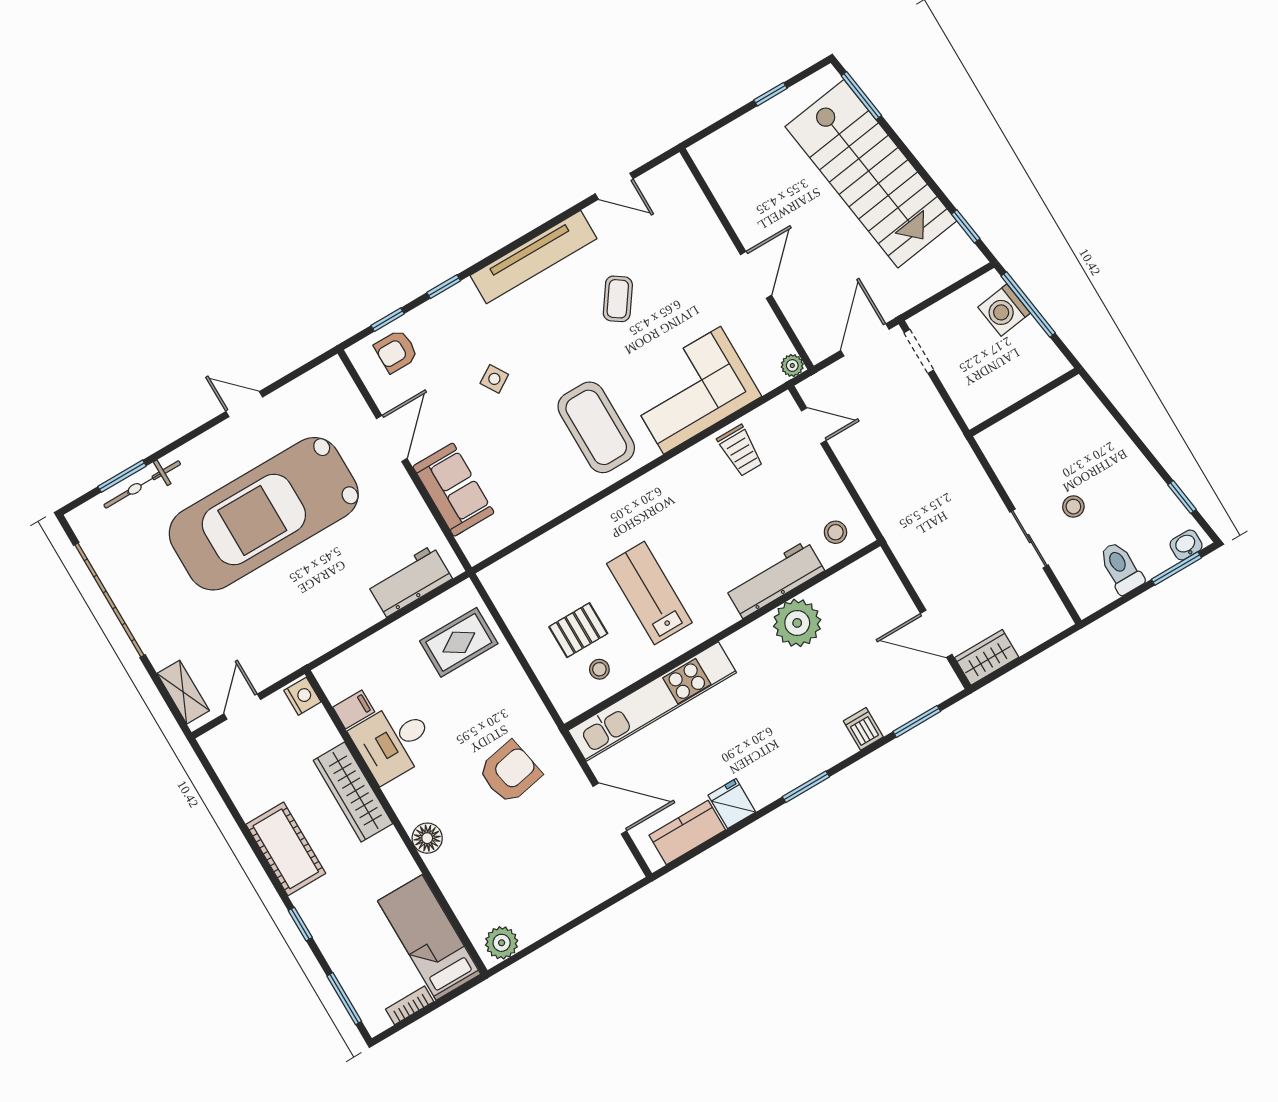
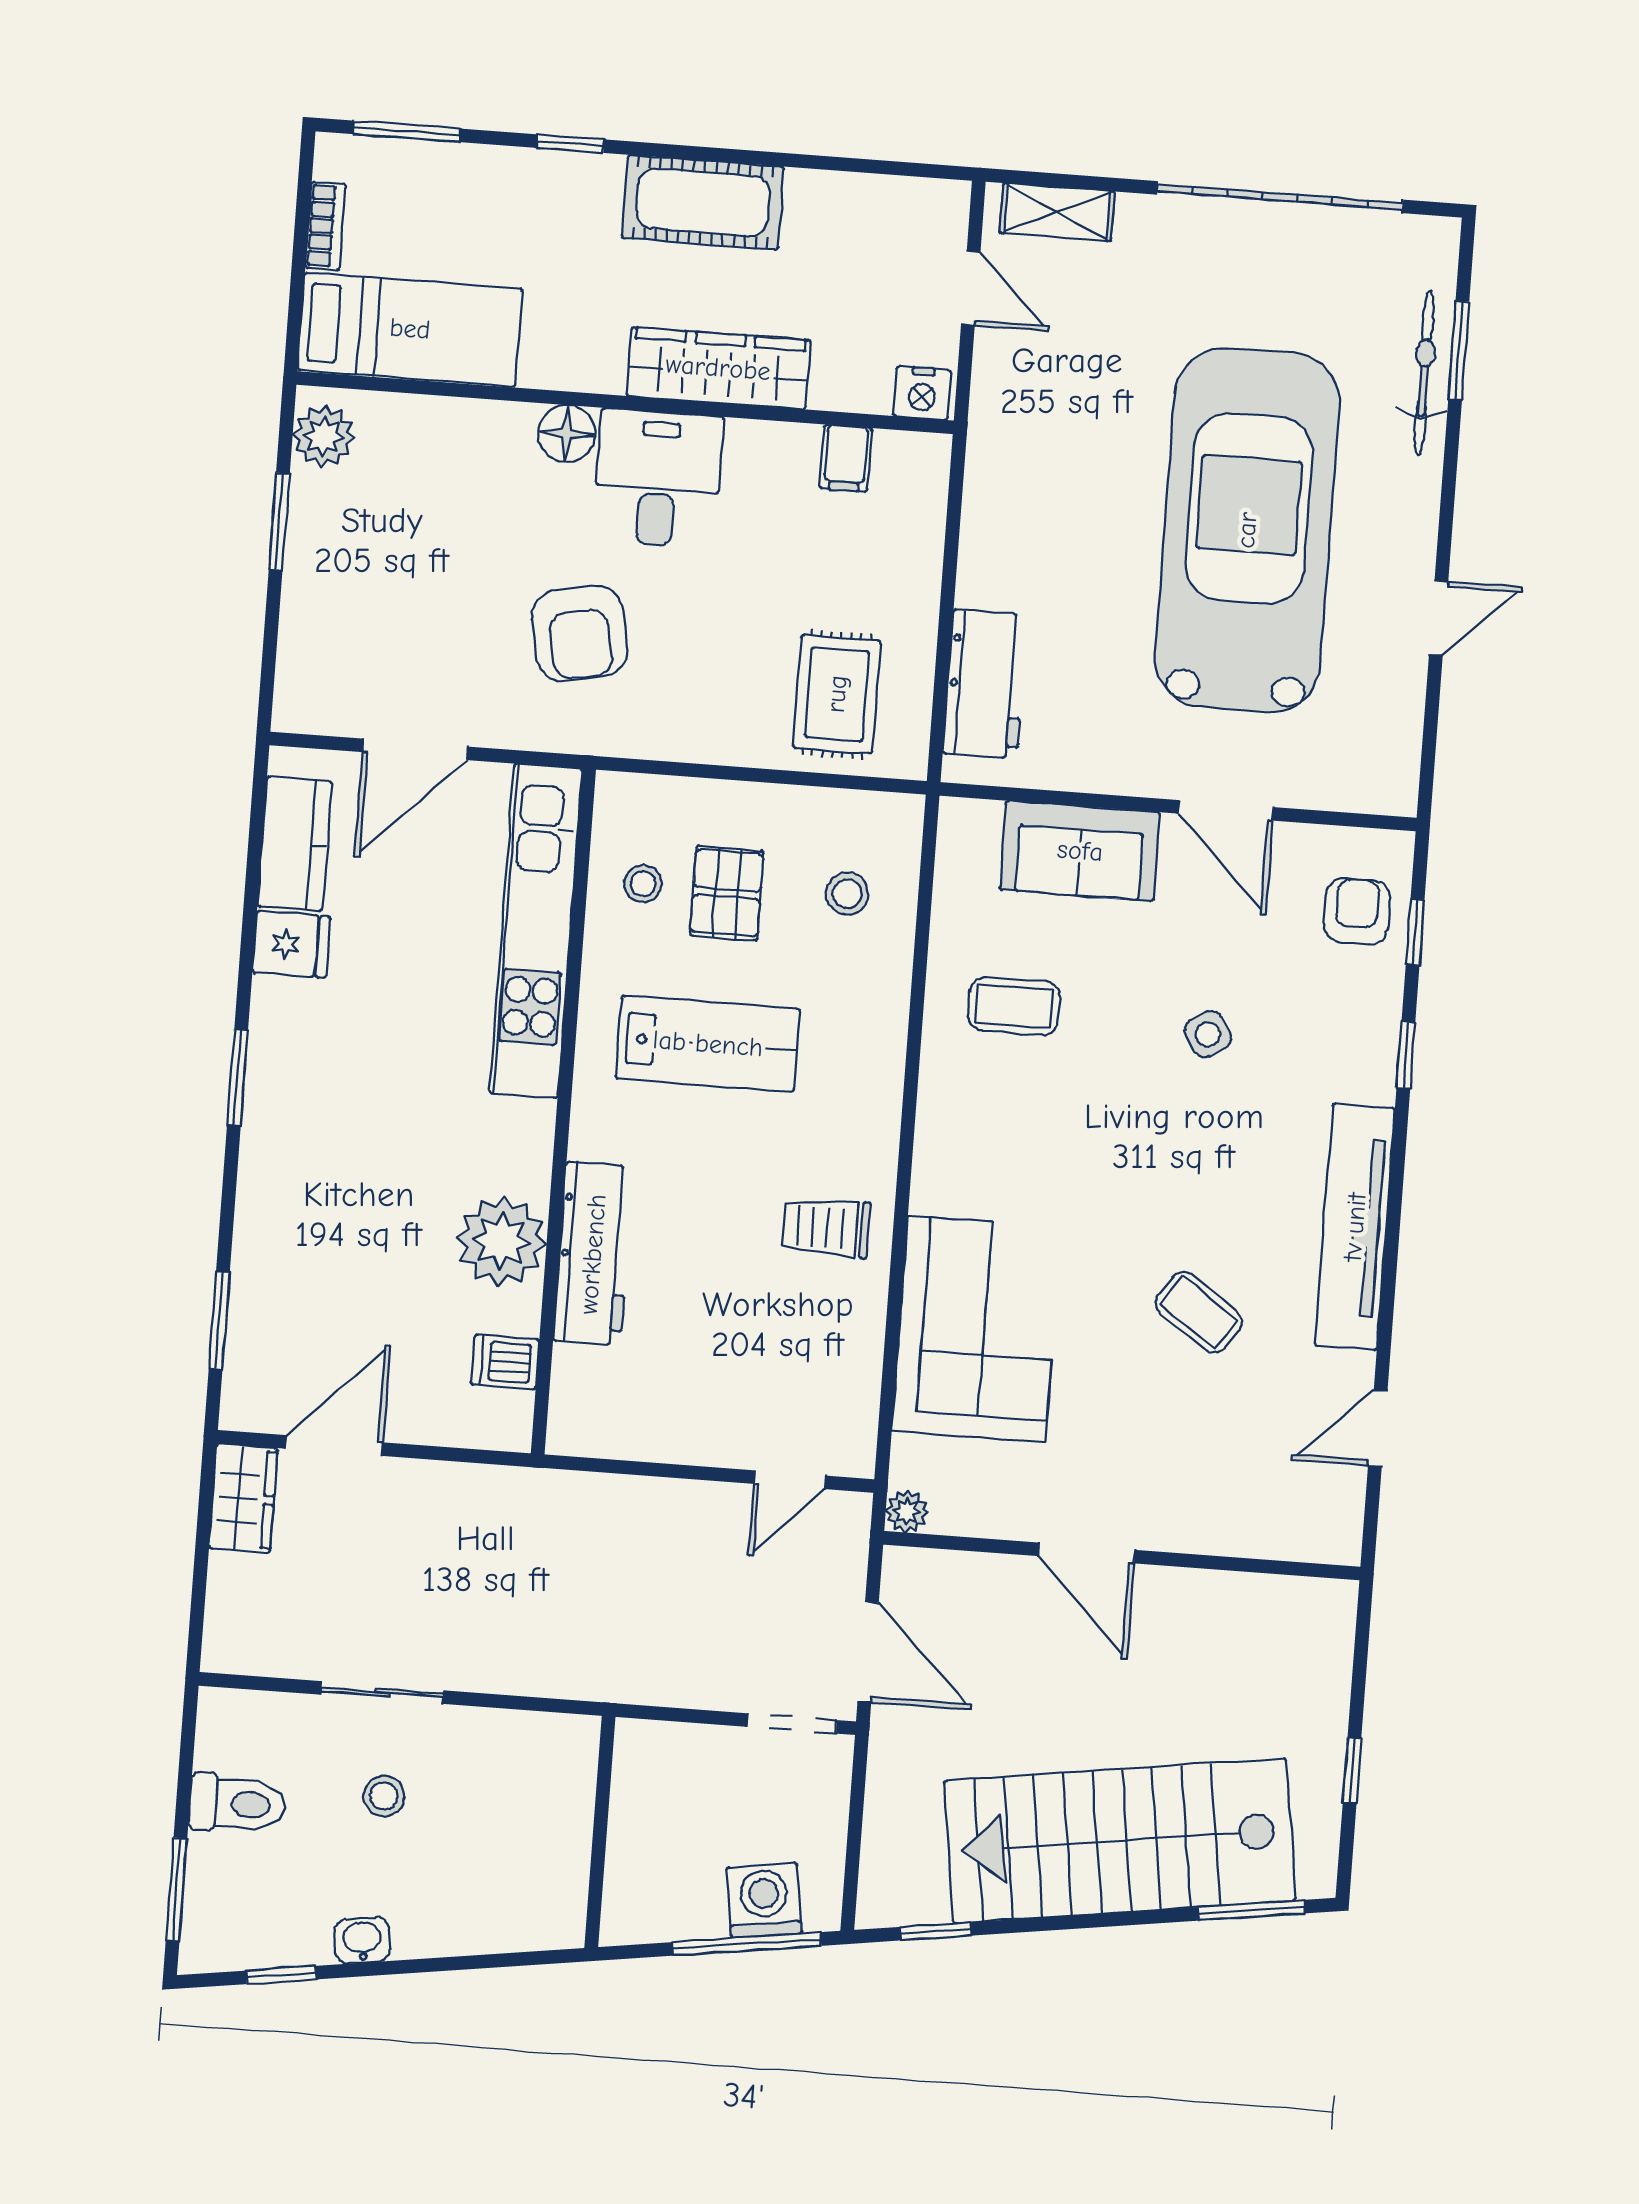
coffee table: (596, 427) -> (1014, 1006), moved, width x0.54, depth x0.58
trolley: (740, 451) -> (826, 1228), moved
stool: (835, 532) -> (847, 894), moved
washbasin: (1186, 545) -> (362, 1940), moved, turned -98
dishwasher: (863, 729) -> (505, 1362), moved, turned 180
desk: (393, 741) -> (658, 478), moved
window: (552, 936) -> (279, 521), added

